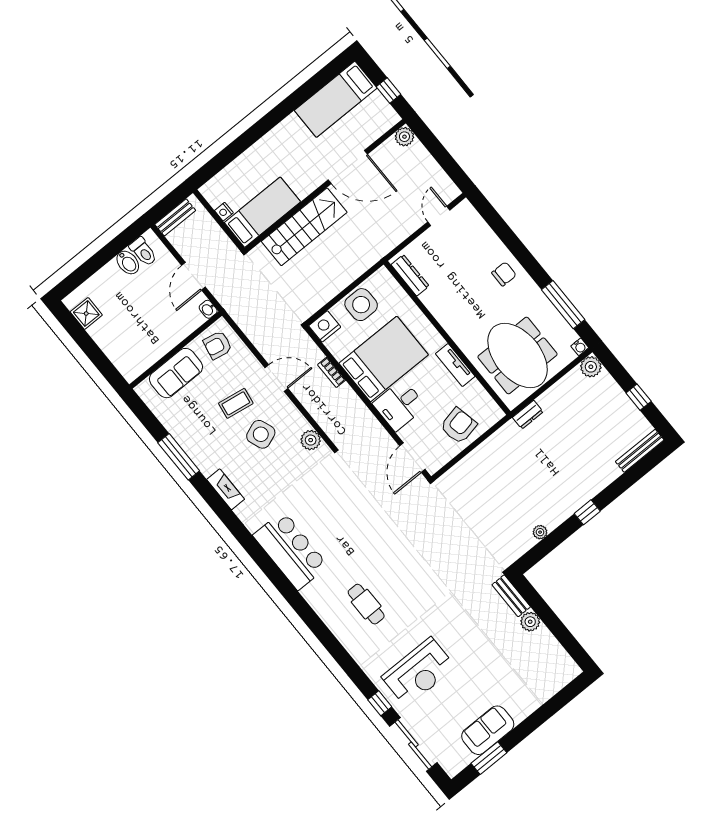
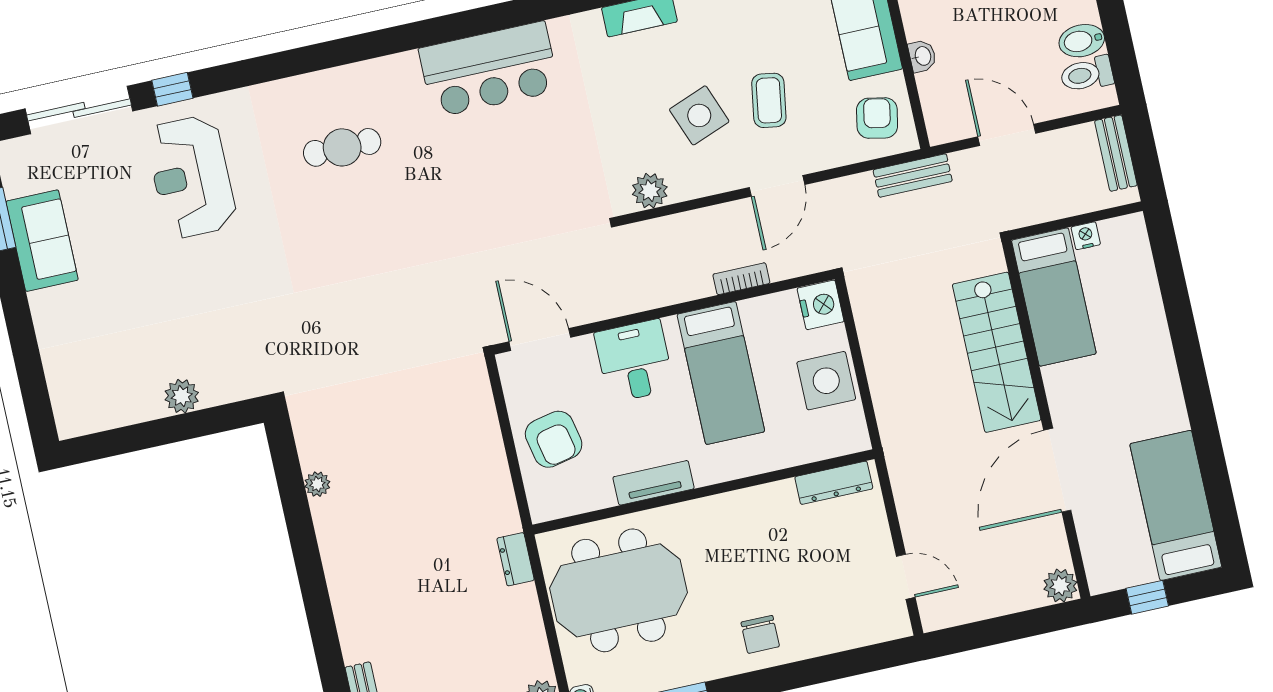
washbasin: (208, 309) -> (922, 56), moved, turned 90
bed: (384, 359) -> (721, 373), width x0.67
window: (587, 512) -> (311, 576), removed
bench: (511, 596) -> (913, 176), moved

